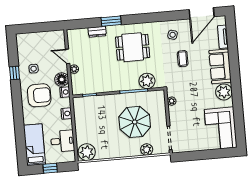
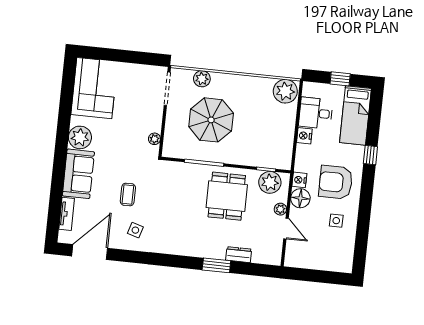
dining table: (133, 47) -> (227, 196), moved, turned 90
window: (15, 73) -> (370, 155), moved
plant: (147, 81) -> (270, 182), moved
nightstand: (66, 114) -> (304, 136), moved

